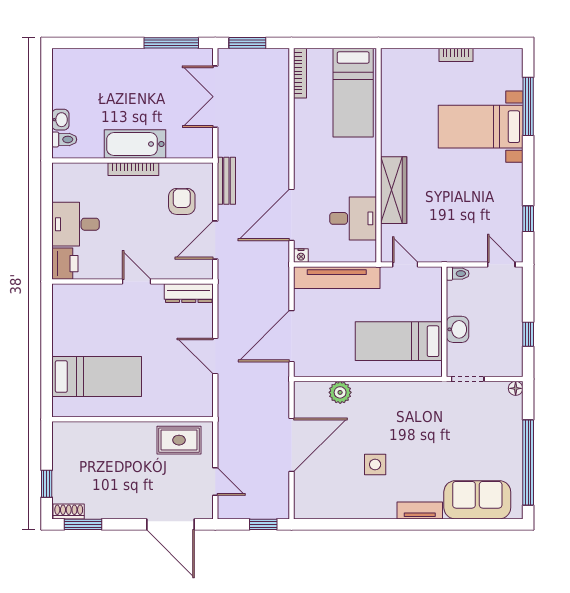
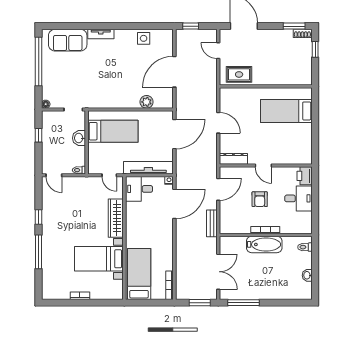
window: (528, 106) -> (39, 252), moved
washbasin: (60, 120) -> (307, 275), moved
bed with nightstands: (481, 127) -> (99, 259), moved, turned 180
armchair: (182, 201) -> (260, 199), moved
desk: (353, 218) -> (139, 189), moved
window: (528, 219) -> (39, 217), moved
side table: (375, 464) -> (144, 38), moved

